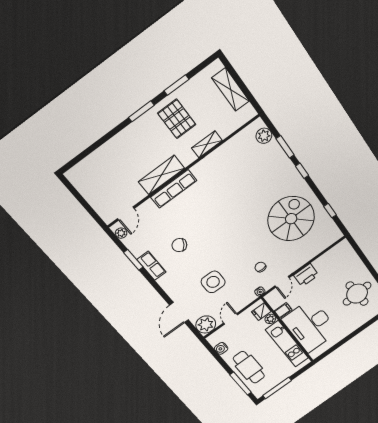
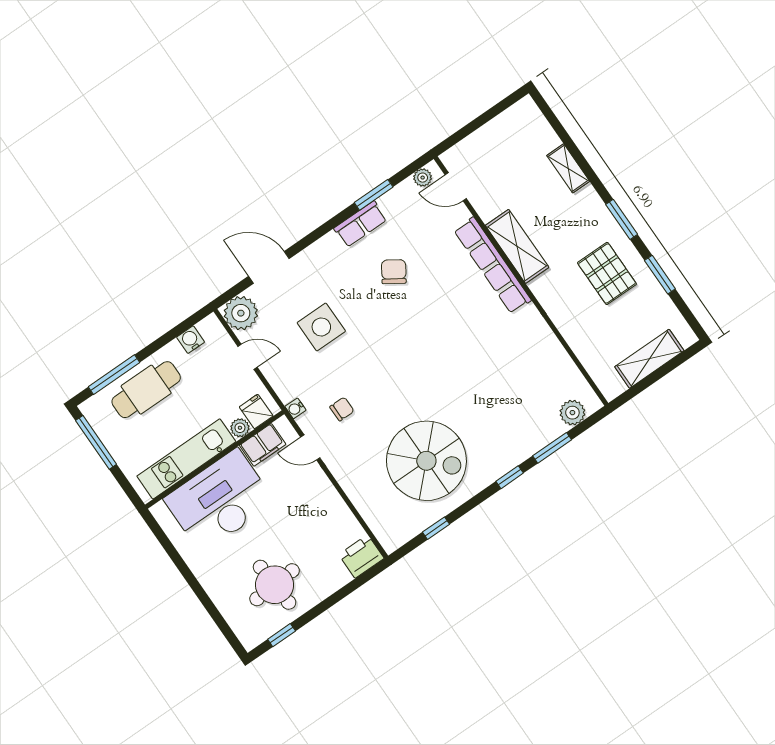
pallet: (177, 119) -> (607, 273), turned 90
shelving: (207, 144) -> (568, 168), moved
row of seats: (174, 189) -> (493, 265), width x1.36
printer: (306, 275) -> (361, 556), moved, turned 90
filing cabinet: (283, 310) -> (263, 445), width x2.00

